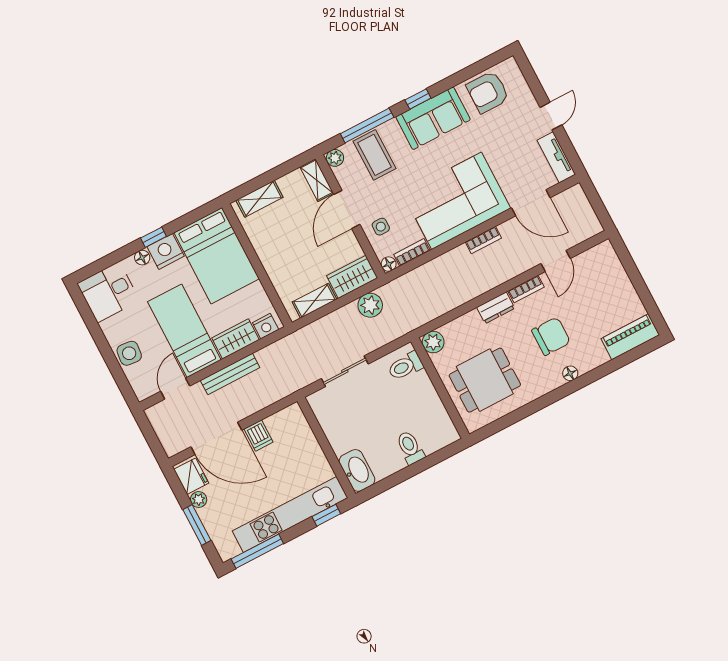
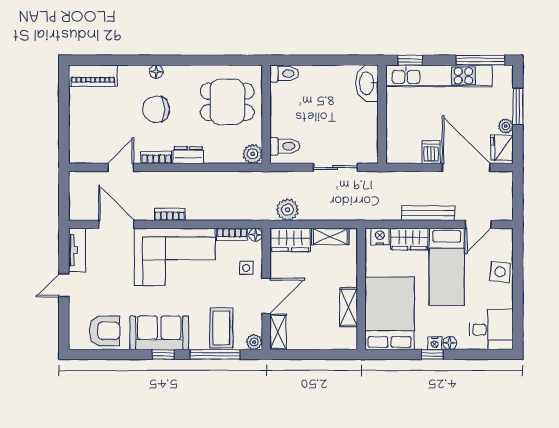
shelving: (259, 199) -> (349, 307), moved, turned 90
nightstand: (166, 251) -> (435, 343), width x0.53, depth x0.56
toilet: (410, 448) -> (284, 74), moved, turned -90

